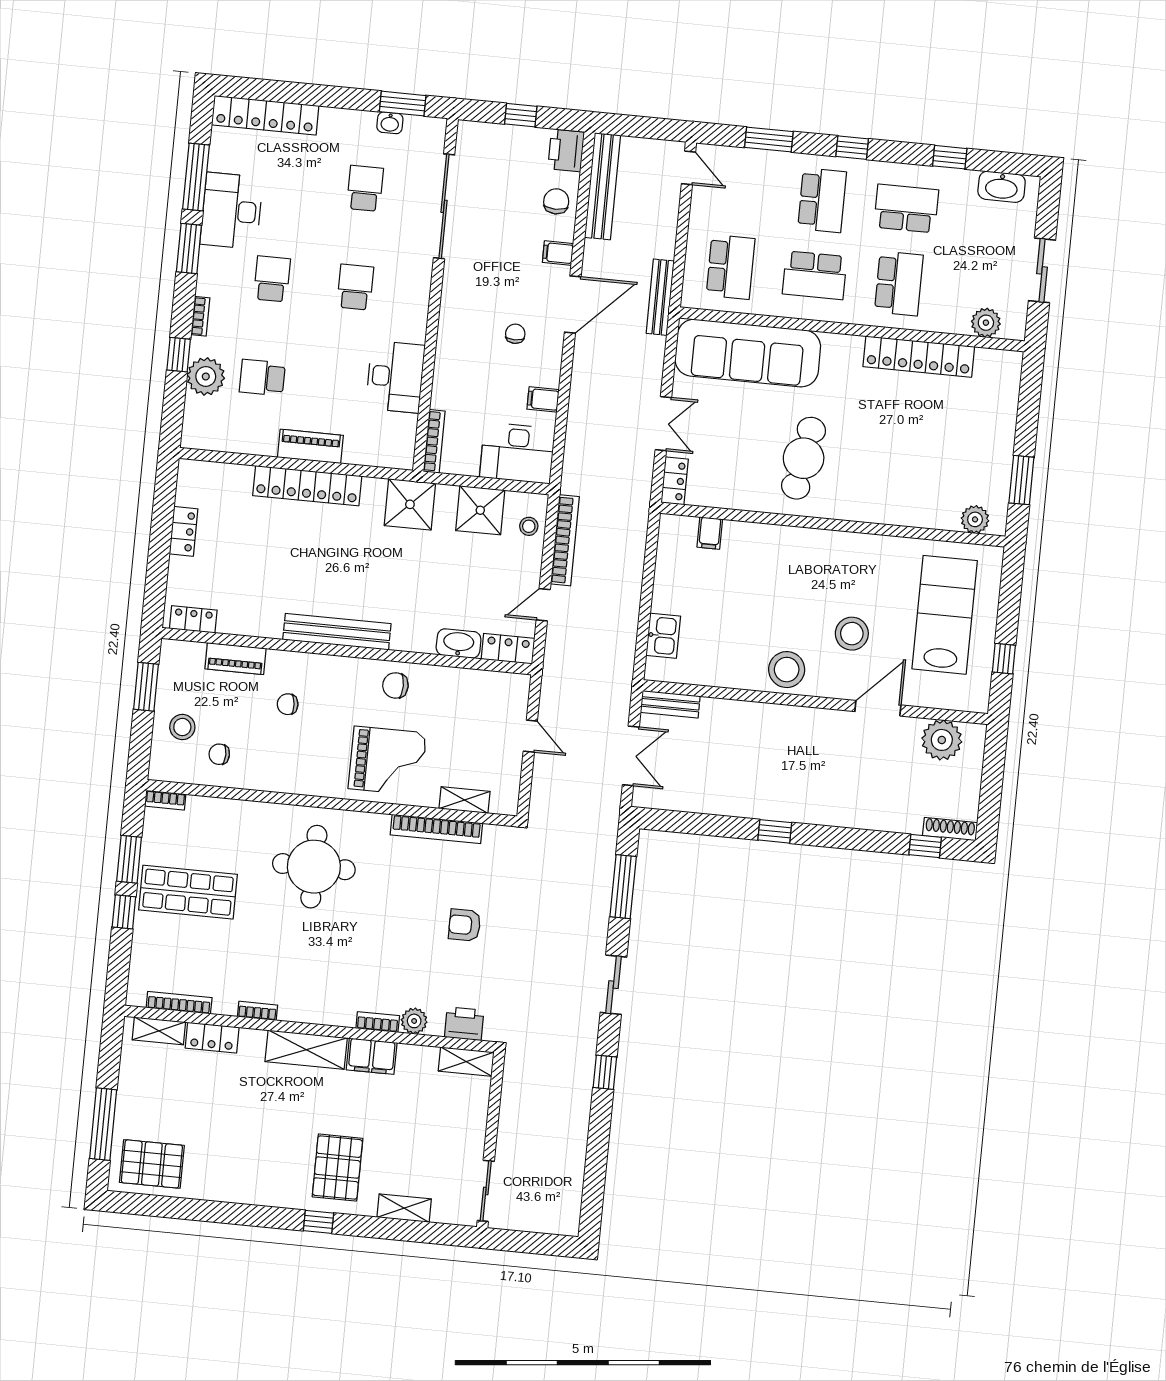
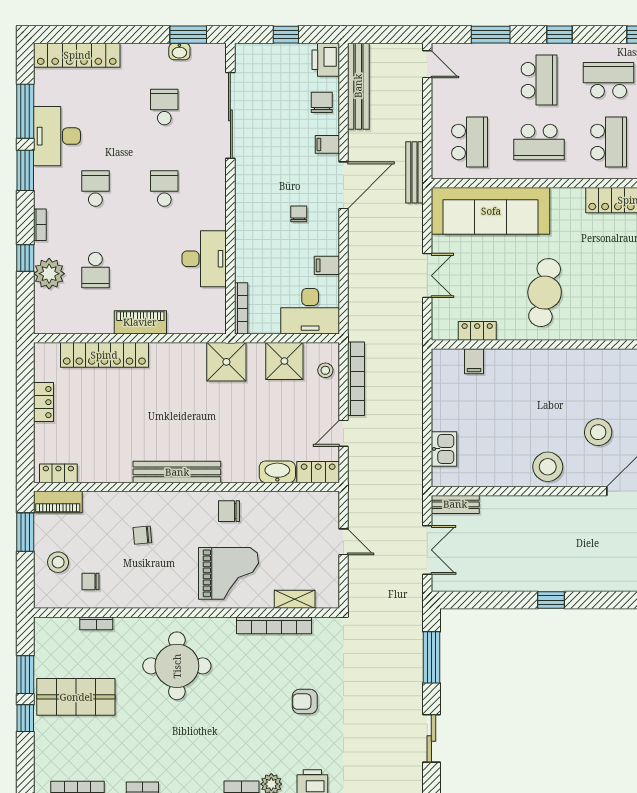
school desk: (262, 378) -> (95, 270), turned -90
locker: (675, 481) -> (477, 331), moved, turned -90
locker: (307, 486) -> (104, 355), moved
piano: (236, 659) -> (58, 502), moved
bookcase: (165, 800) -> (96, 623), moved

